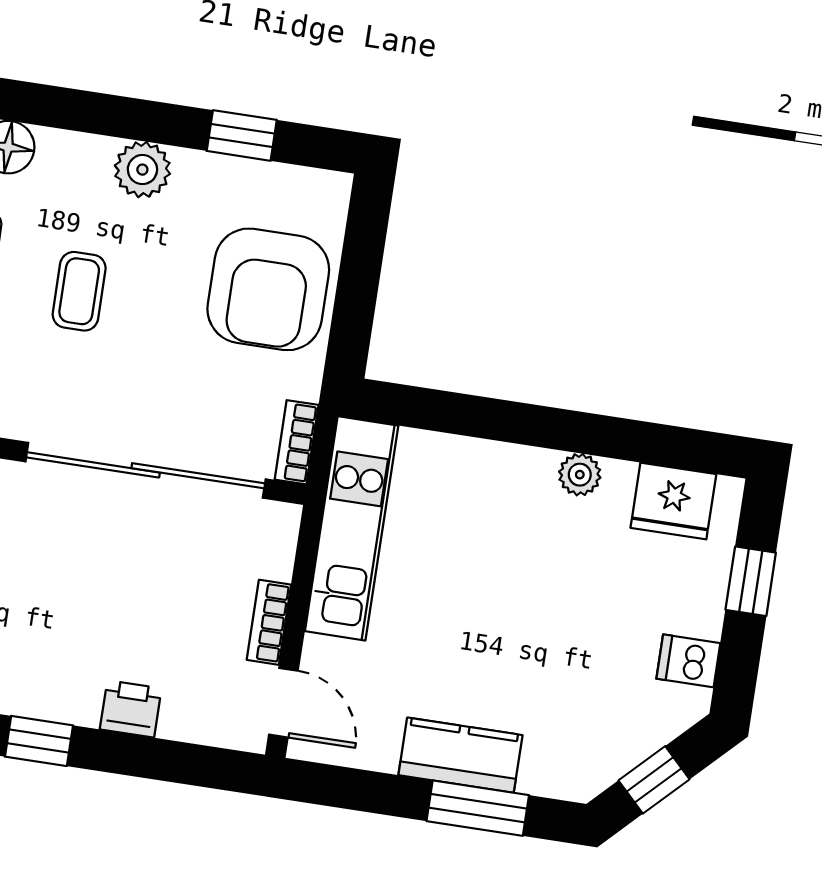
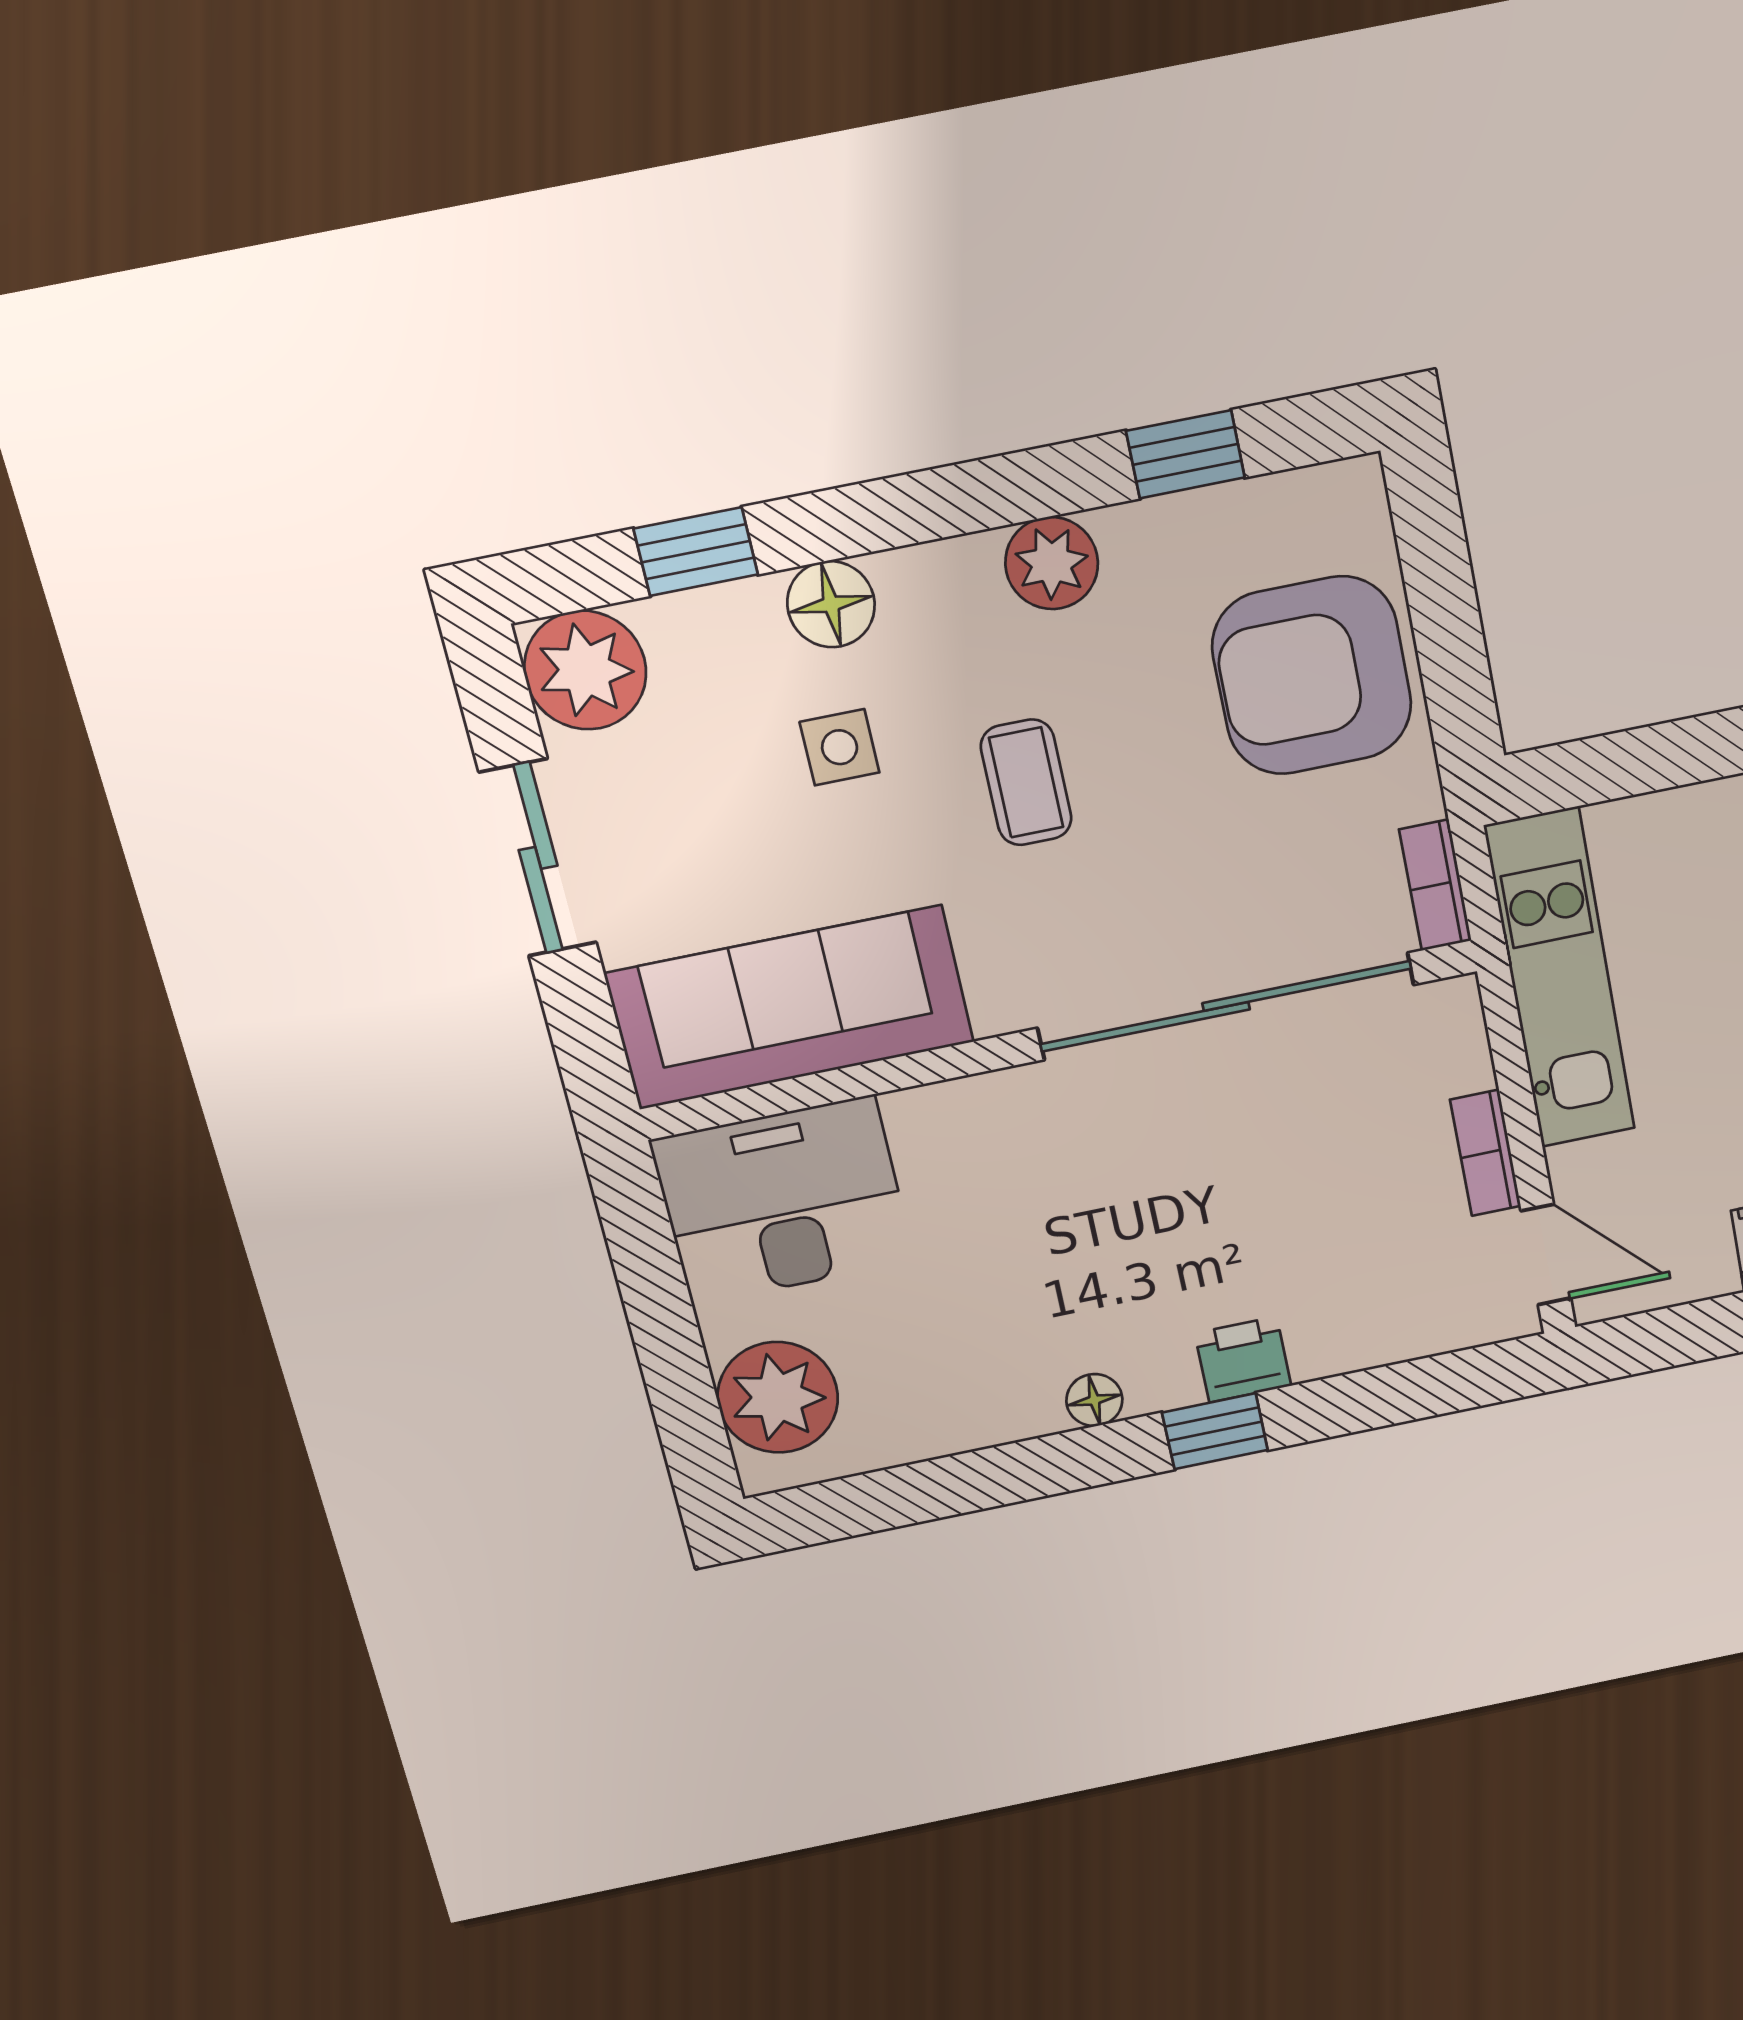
armchair: (268, 289) -> (1312, 676), turned 90
printer: (131, 709) -> (1243, 1360), moved

